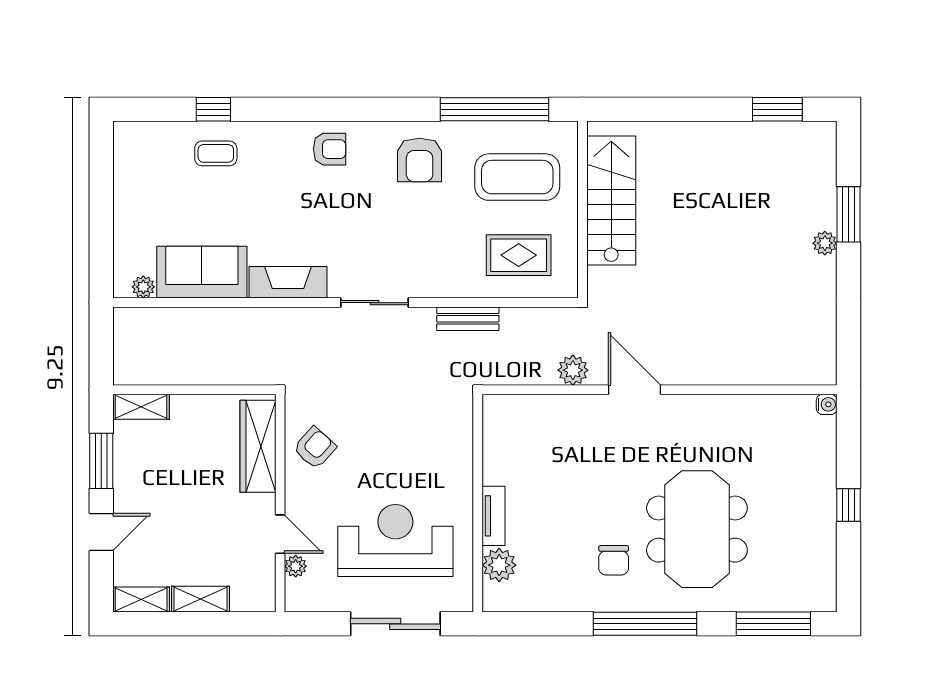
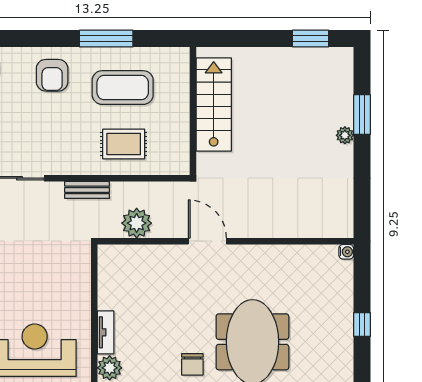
window: (494, 109) -> (106, 39), width x0.68
stairs: (611, 201) -> (214, 104), moved
wall: (583, 210) -> (193, 111), moved
plant: (573, 370) -> (137, 223), moved, width x1.36, depth x1.36

